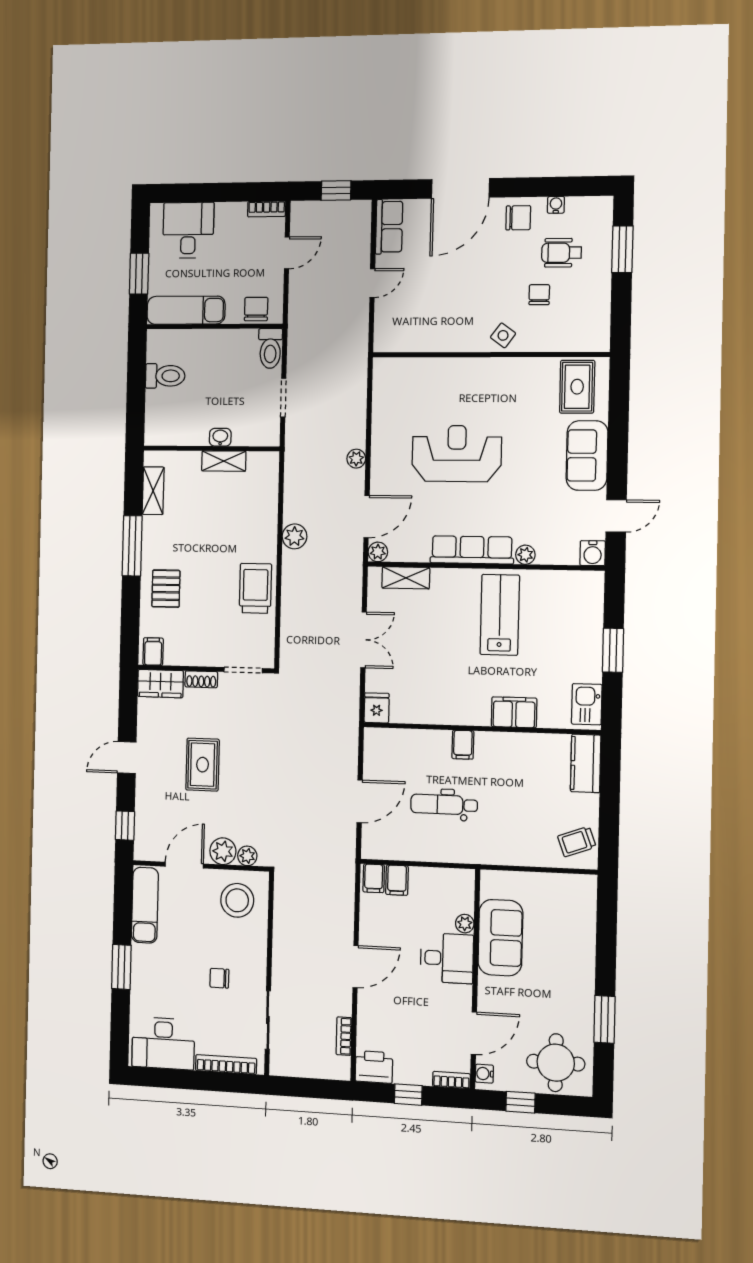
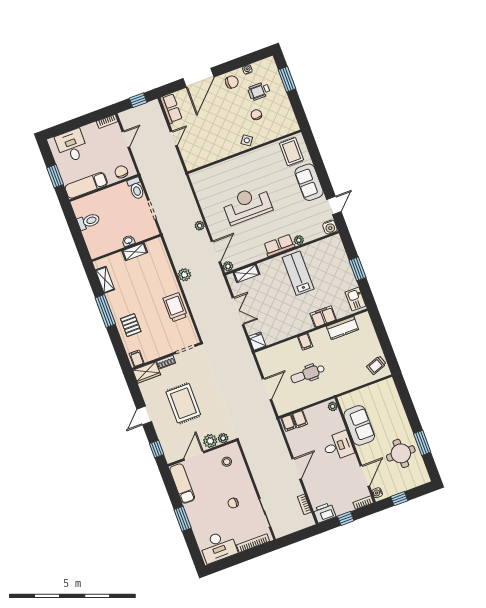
row of seats: (472, 550) -> (279, 245), width x0.68
kitchen counter: (586, 763) -> (342, 328), moved, turned -90
rug: (203, 765) -> (183, 403), width x1.36, depth x1.43
stool: (237, 900) -> (227, 462), width x0.53, depth x0.53
plant: (465, 924) -> (333, 406), moved
round table: (556, 1063) -> (401, 453), moved

